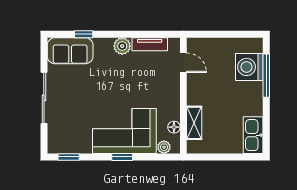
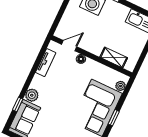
plant: (122, 46) -> (32, 95), moved
floor lamp: (174, 127) -> (81, 59), moved

